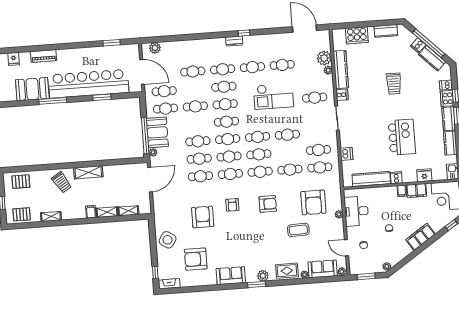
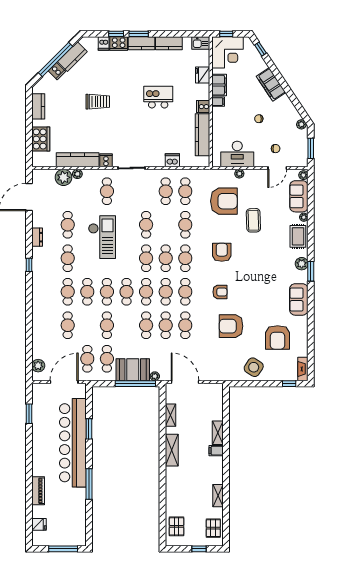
dresser: (234, 41) -> (37, 237), moved
booth: (32, 89) -> (74, 506), removed
kitchen island: (402, 137) -> (158, 97), width x0.73, depth x0.78
trolley: (62, 182) -> (181, 481), removed
shelving: (128, 211) -> (170, 415), moved

